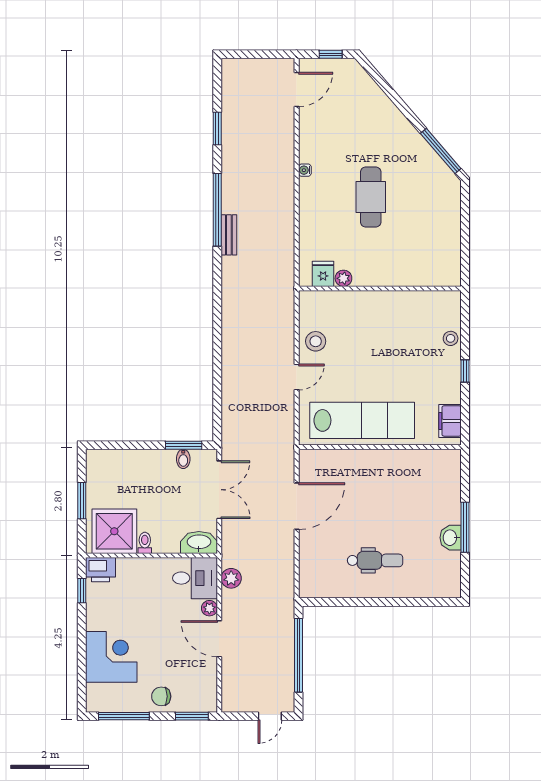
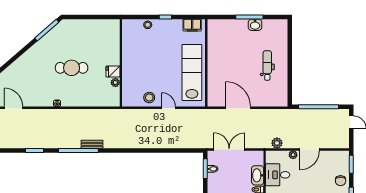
fridge: (323, 274) -> (113, 72), moved
washbasin: (199, 542) -> (258, 175), moved
desk: (195, 578) -> (278, 175), moved, turned -90

